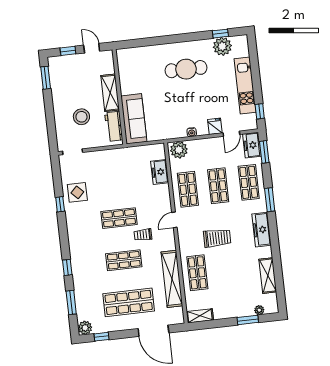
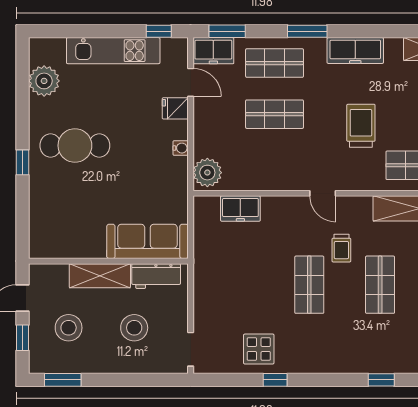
window: (220, 34) -> (22, 162), moved
cafe table: (186, 69) -> (75, 146), turned 90
stool: (77, 78) -> (69, 328), added
shop shelf: (188, 189) -> (275, 165), removed

